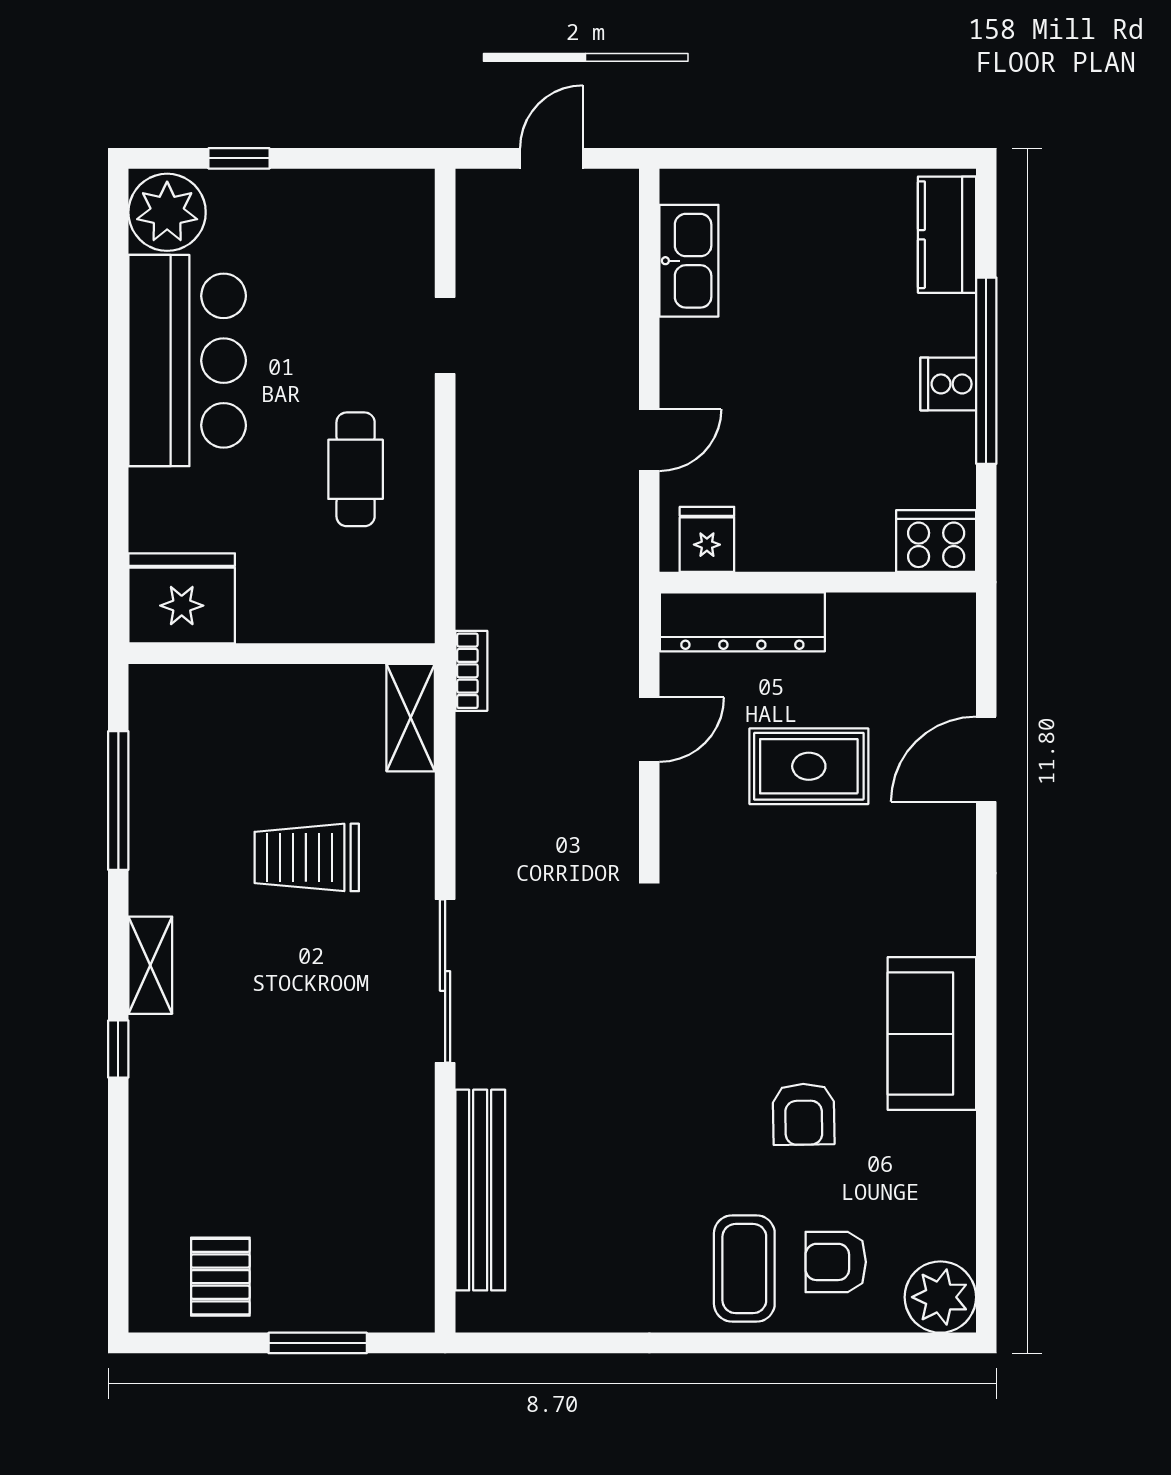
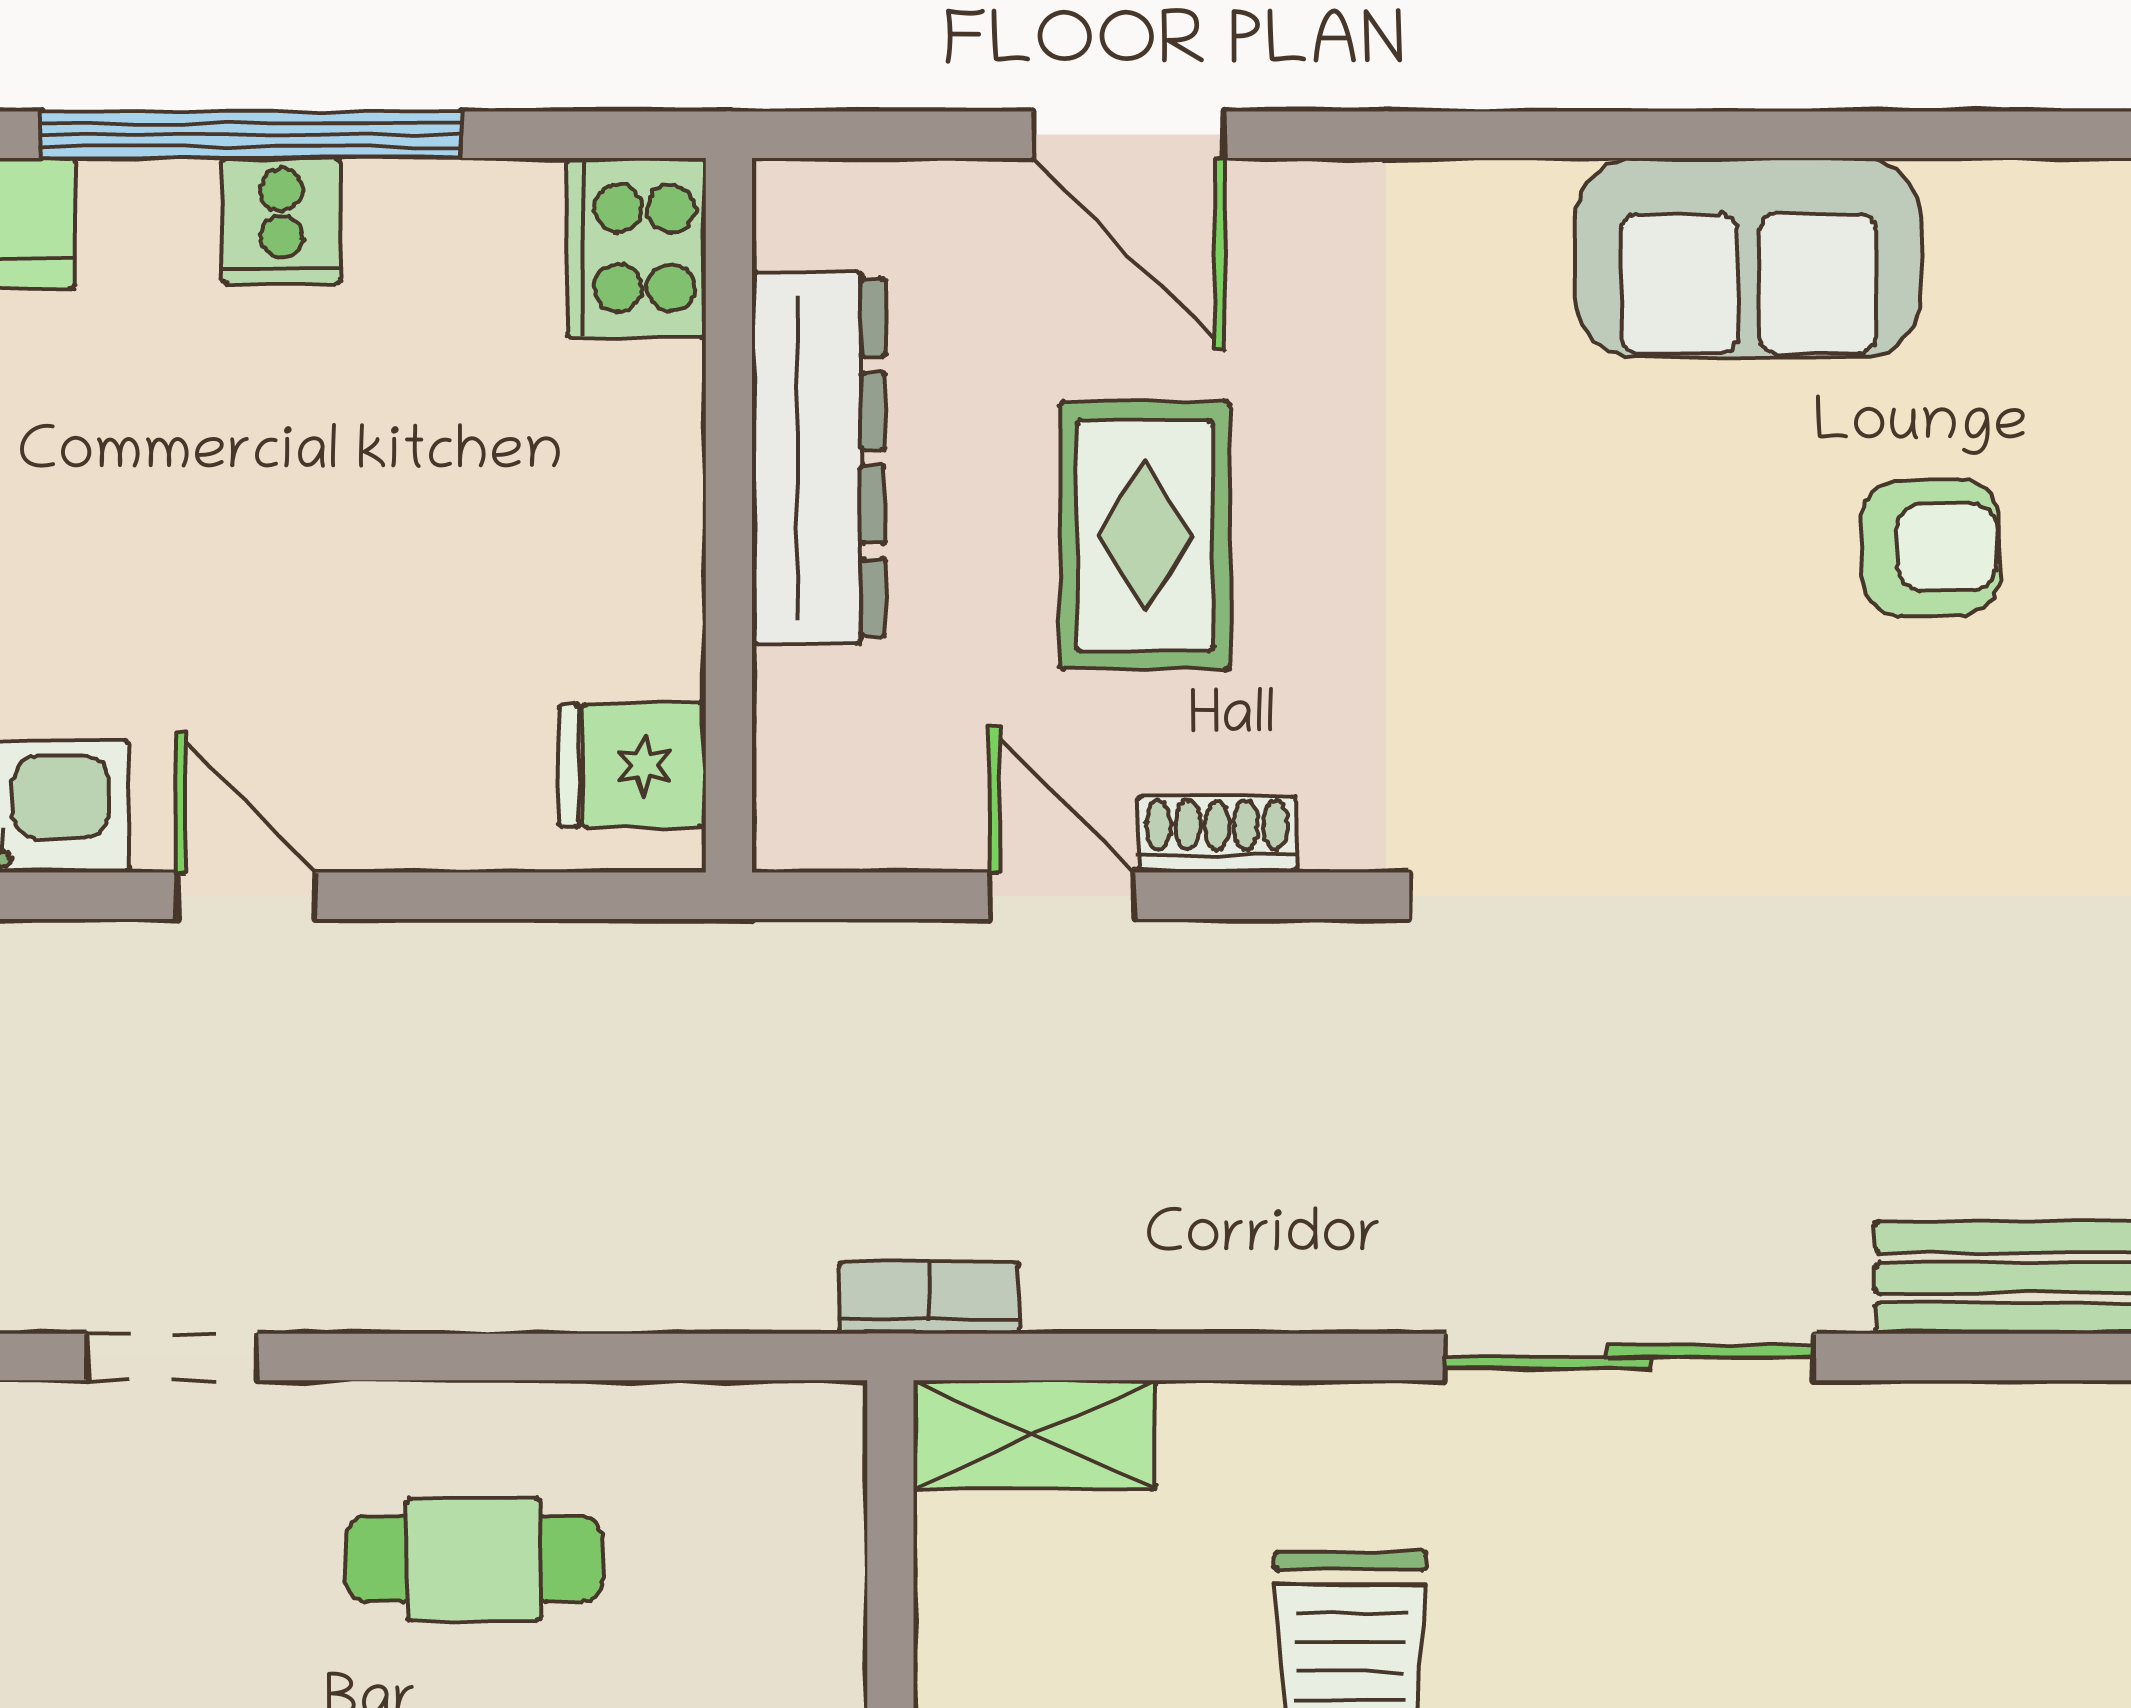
door: (649, 440) -> (246, 896), moved
dresser: (742, 622) -> (818, 458), moved
shoe rack: (677, 798) -> (1217, 834), added

